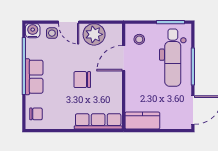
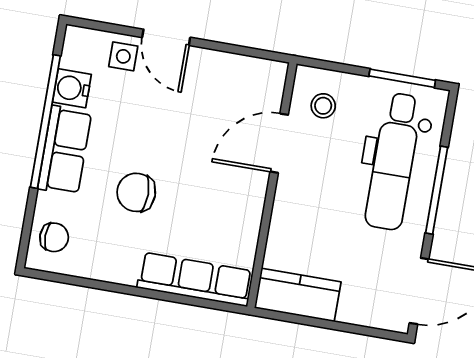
water cooler: (33, 31) -> (72, 88), moved, turned -90
plant: (94, 34) -> (220, 76), removed
chair: (82, 80) -> (136, 192), moved

